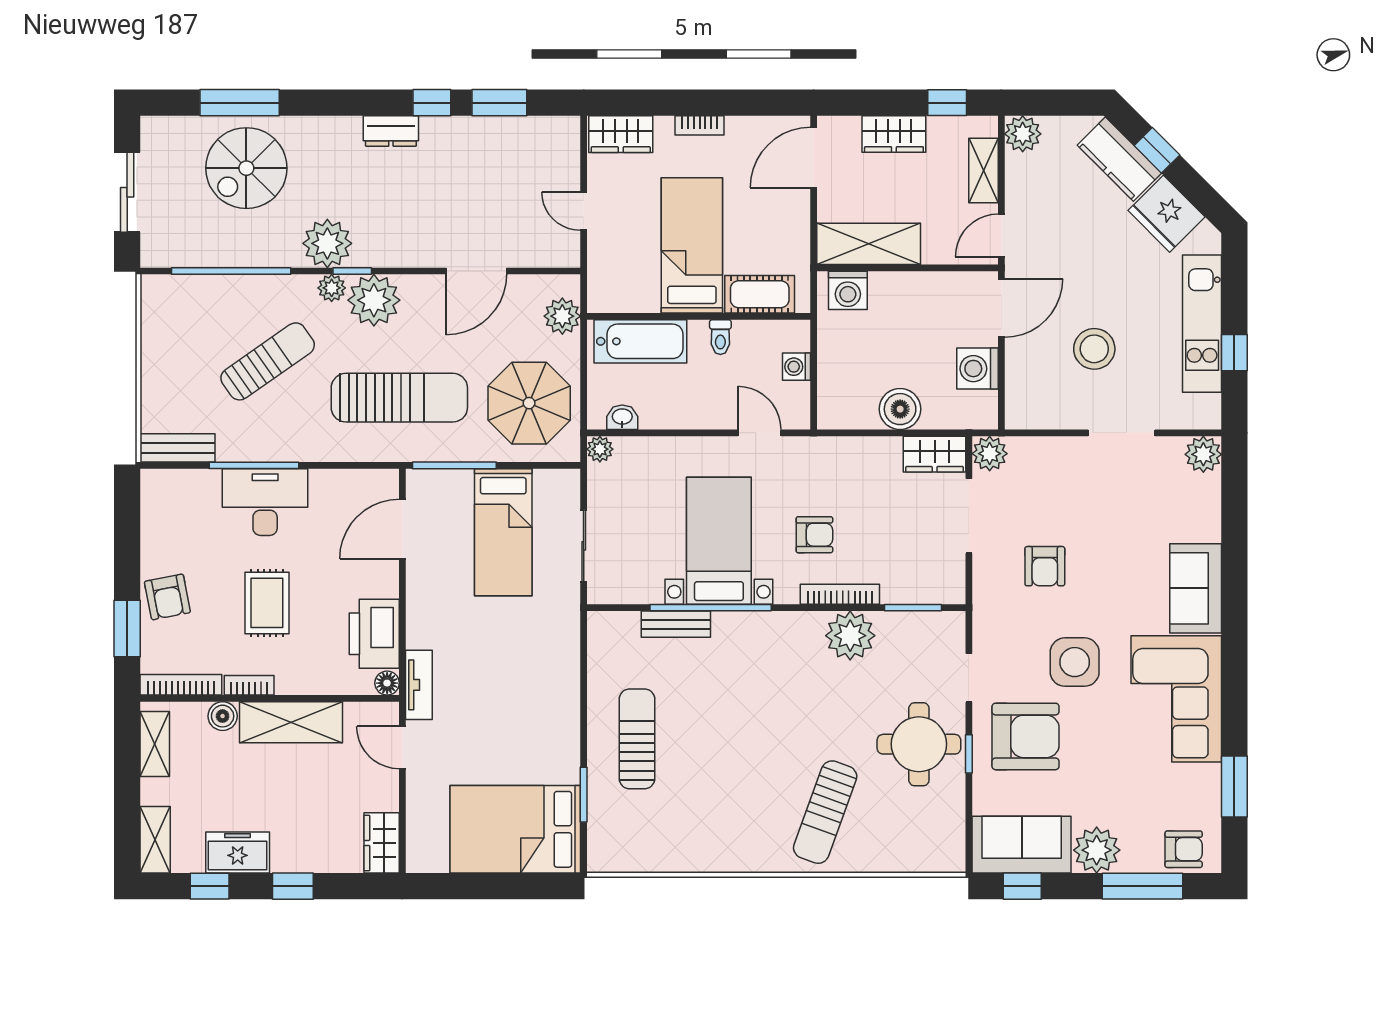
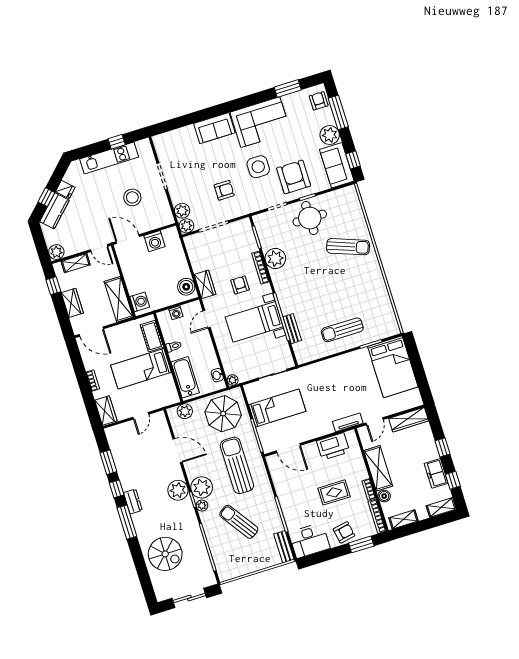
window: (240, 103) -> (127, 522), moved
fridge: (1167, 214) -> (65, 189), width x0.53, depth x0.75
plant: (327, 243) -> (178, 490), moved
boiler: (900, 409) -> (186, 287), moved
wardrobe: (935, 454) -> (205, 284), moved
plant: (1203, 454) -> (182, 211), moved
desk: (265, 502) -> (309, 540), moved, turned -90
floor lamp: (387, 683) -> (351, 435), removed
wardrobe: (382, 843) -> (409, 420), width x1.50

